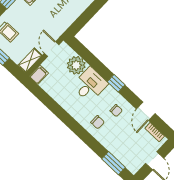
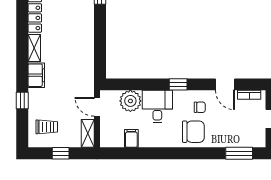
filing cabinet: (39, 75) -> (131, 138), moved
chair: (98, 122) -> (193, 132), width x1.87, depth x1.87

